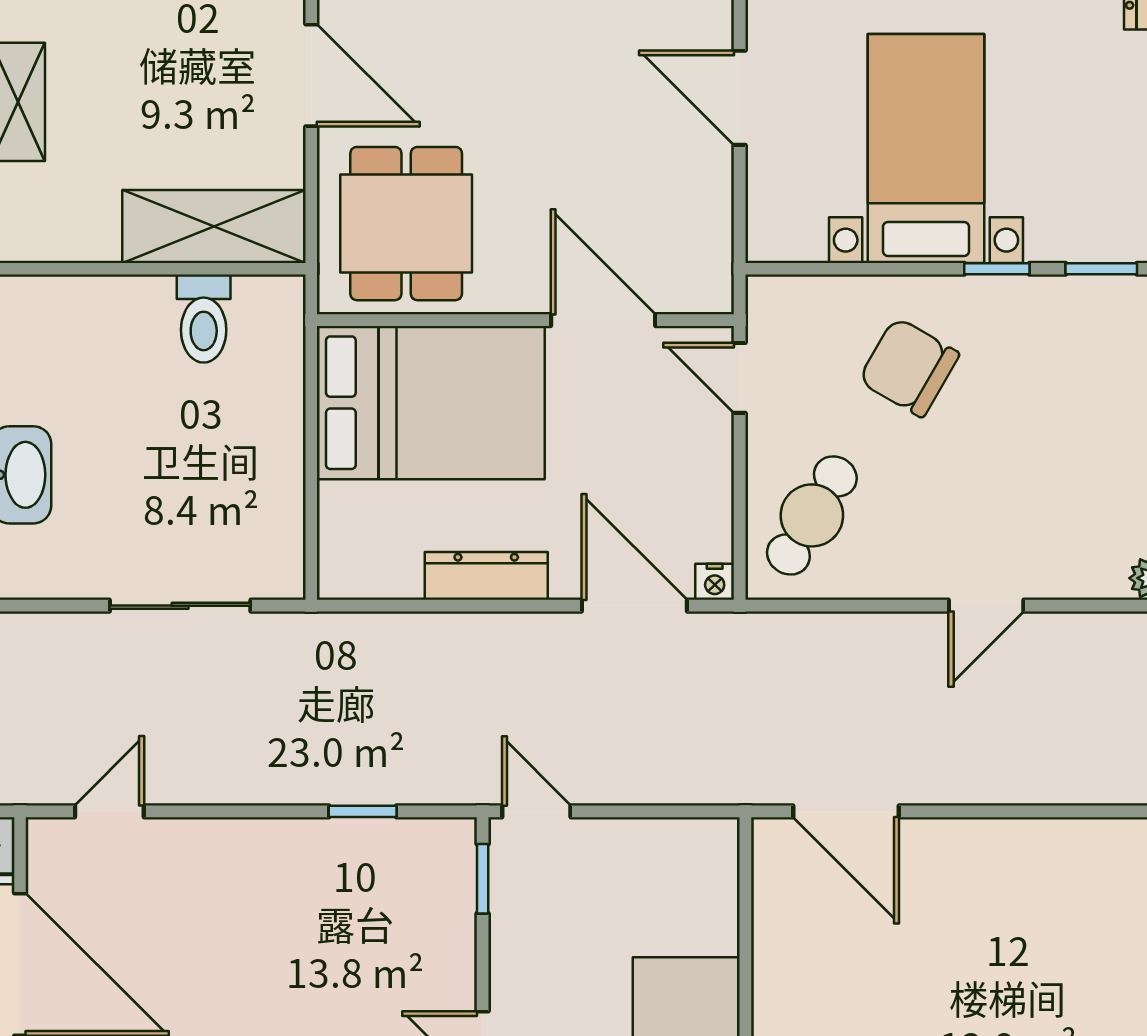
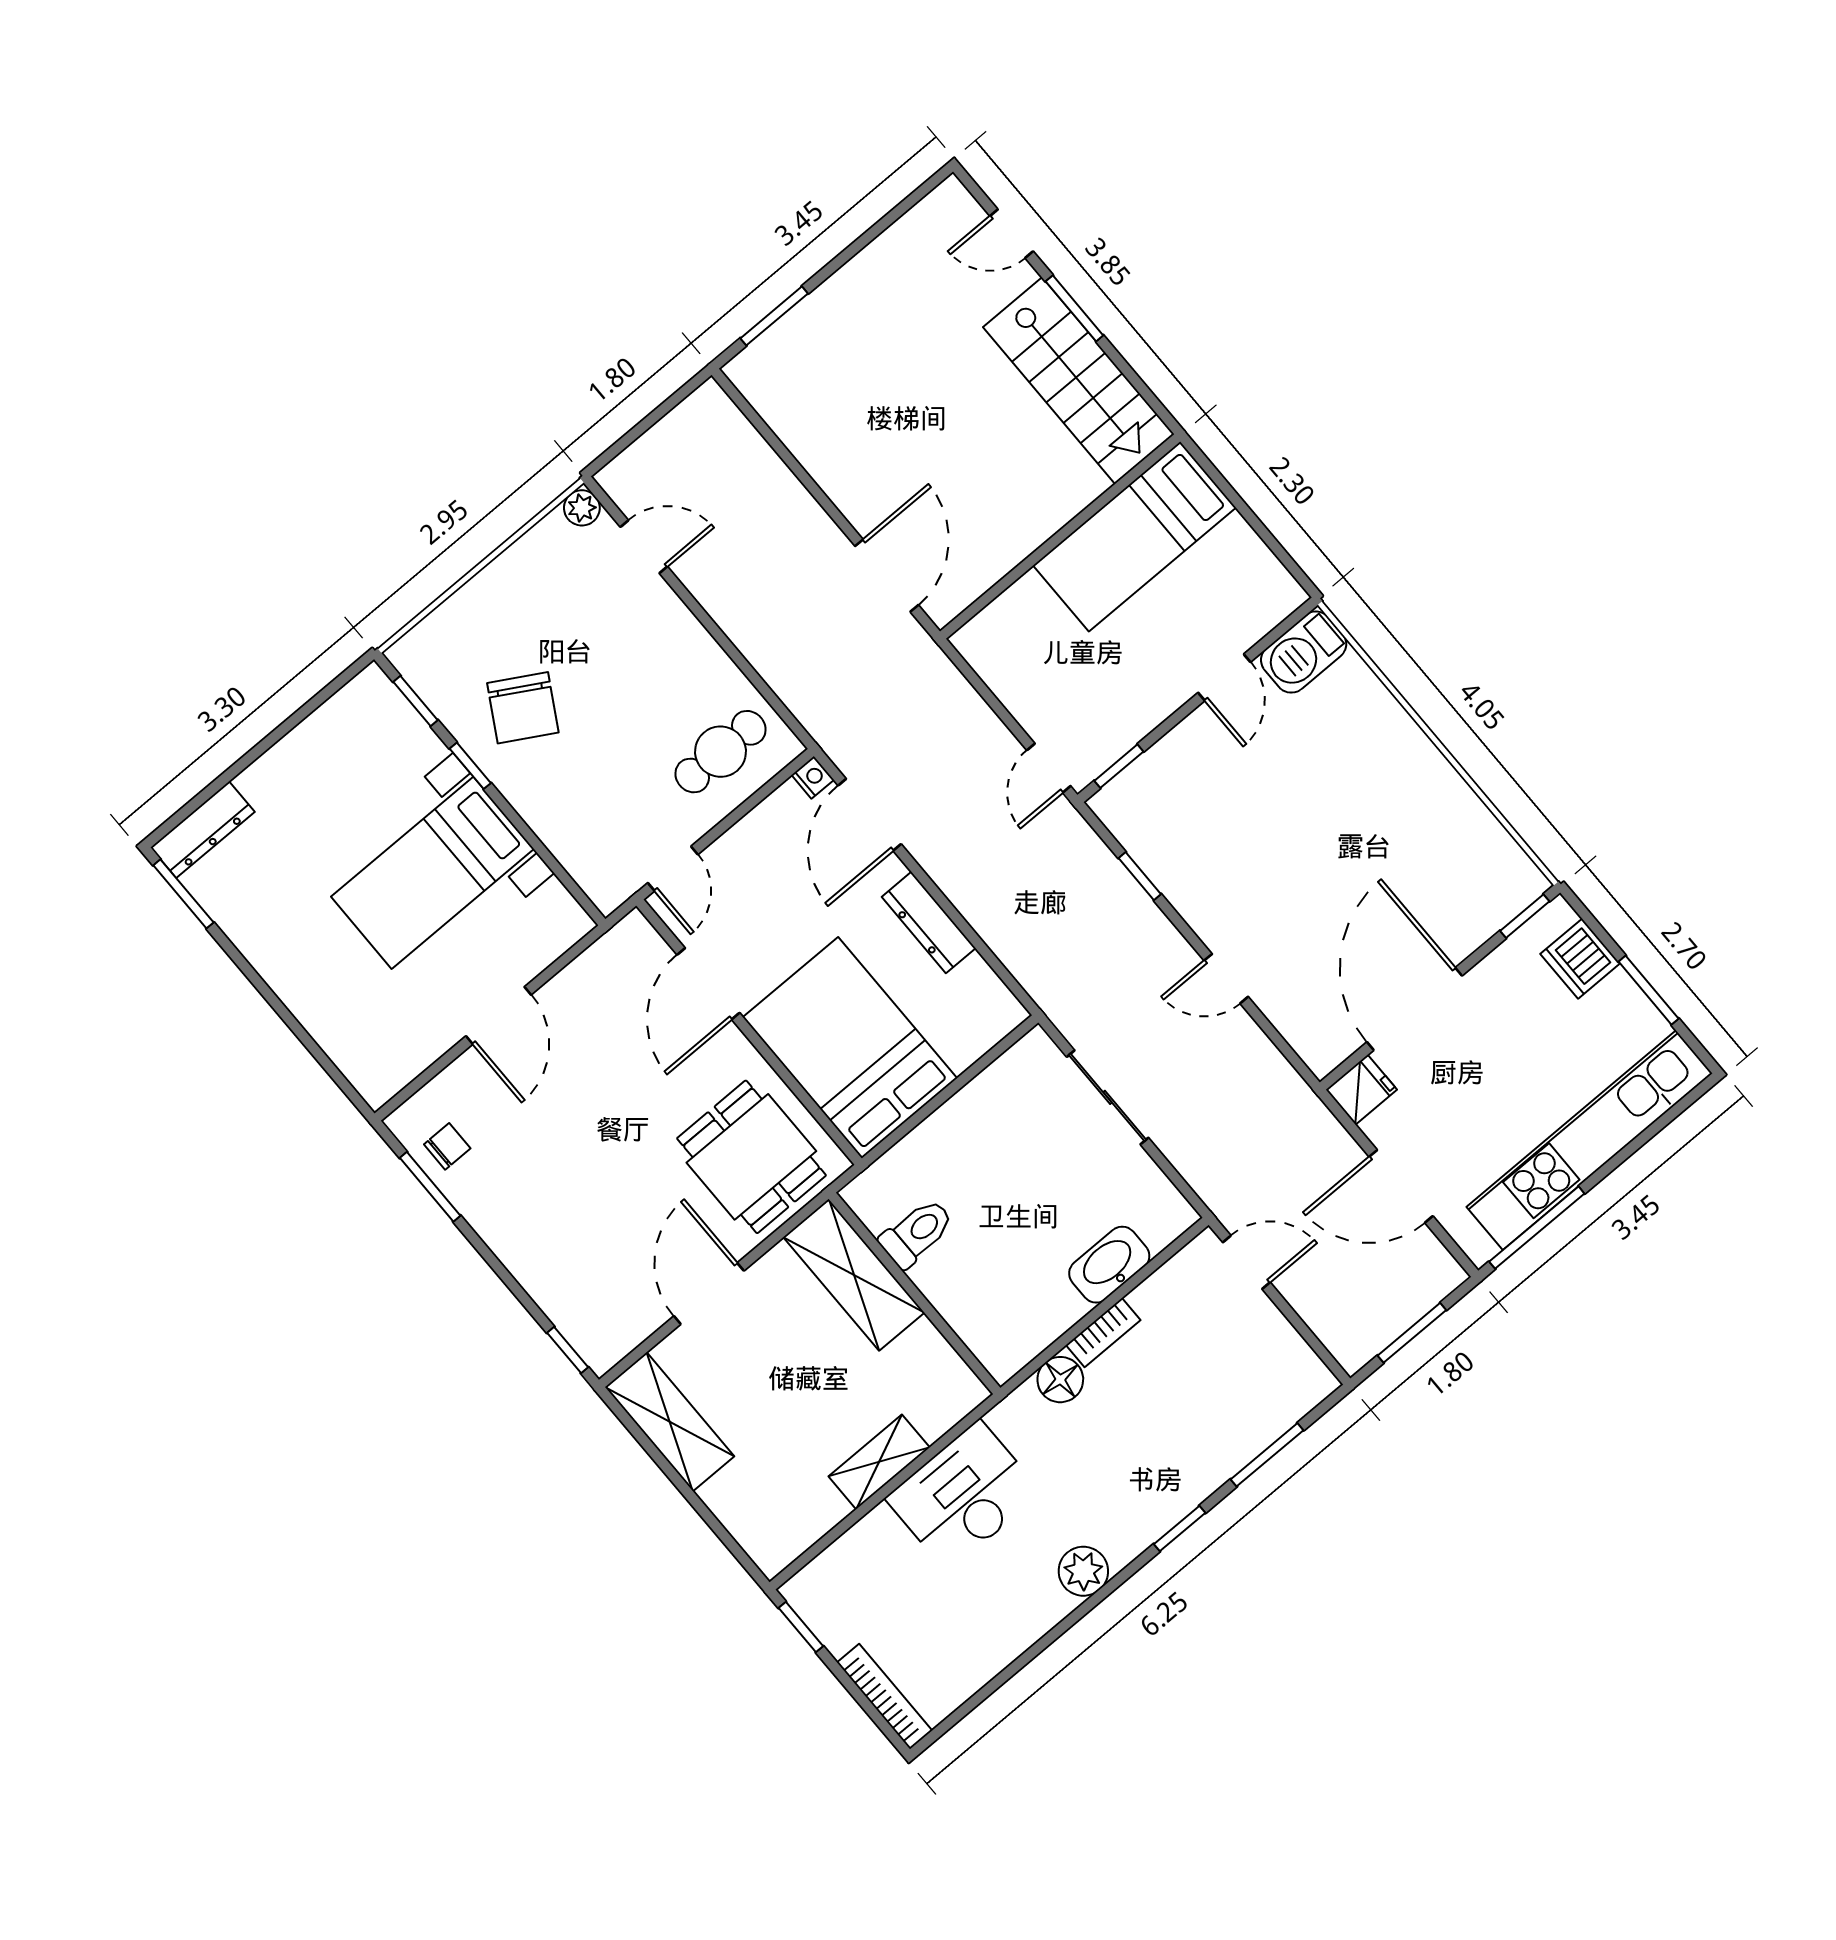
dining table: (406, 224) -> (751, 1157), turned 90
chair: (909, 367) -> (523, 708), moved
cafe table: (812, 515) -> (720, 752), turned -31
door: (986, 606) -> (644, 547), moved
door: (109, 811) -> (1226, 979), moved

